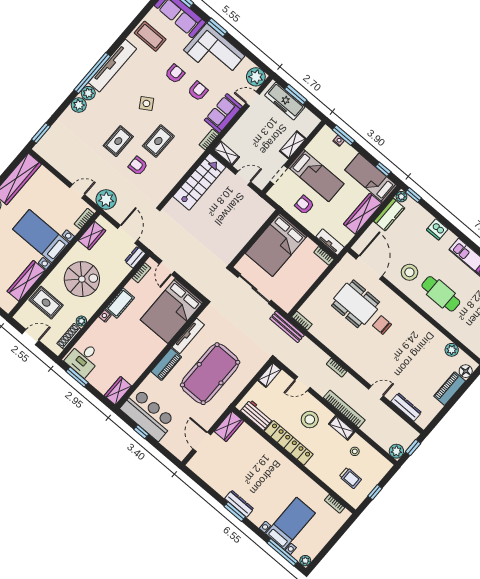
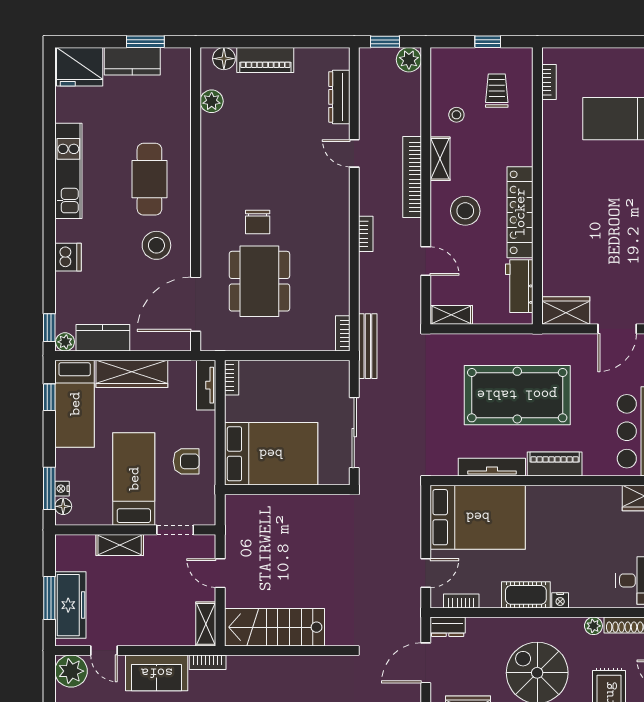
floor lamp: (331, 135) -> (63, 506), added
armchair: (304, 205) -> (186, 461), turned -90

